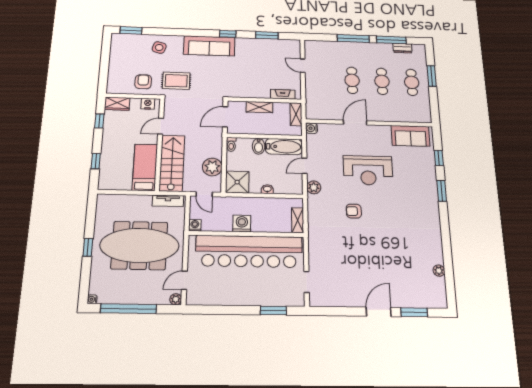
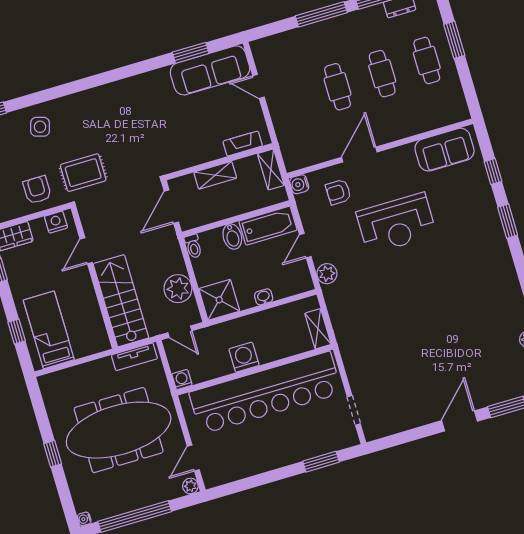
window: (228, 34) -> (132, 70), removed
sofa: (209, 46) -> (210, 70), moved
bed: (145, 167) -> (49, 330), moved
armchair: (354, 211) -> (338, 192), moved

